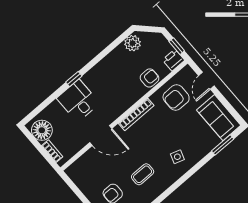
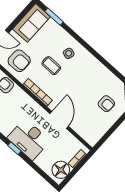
desk: (78, 101) -> (29, 139), width x1.37
coffee table: (143, 174) -> (51, 66), moved

